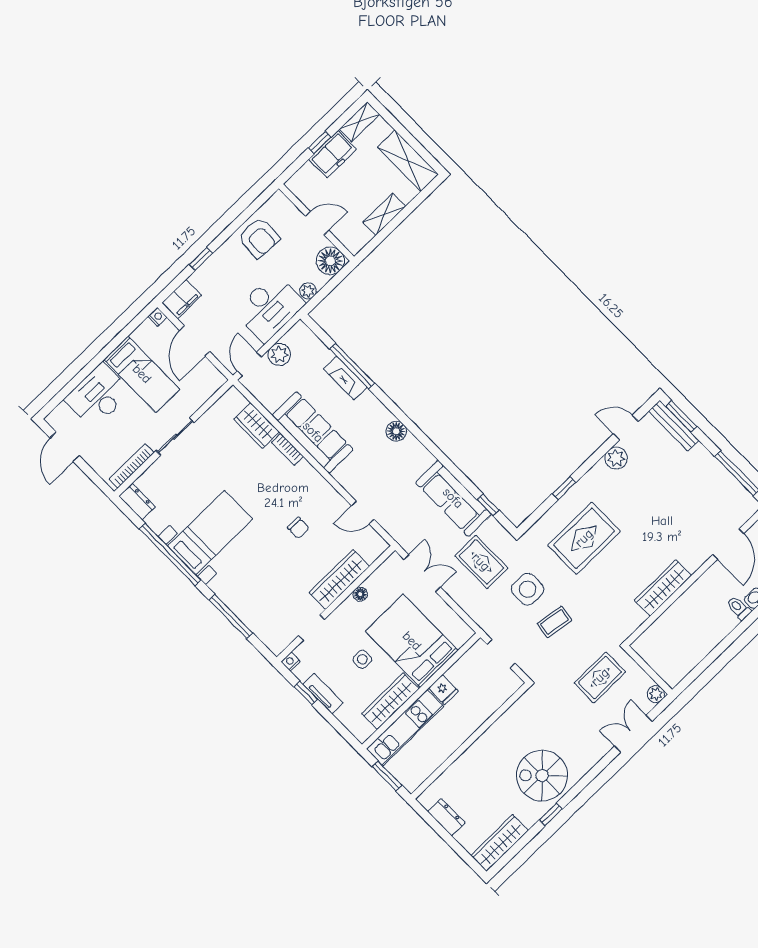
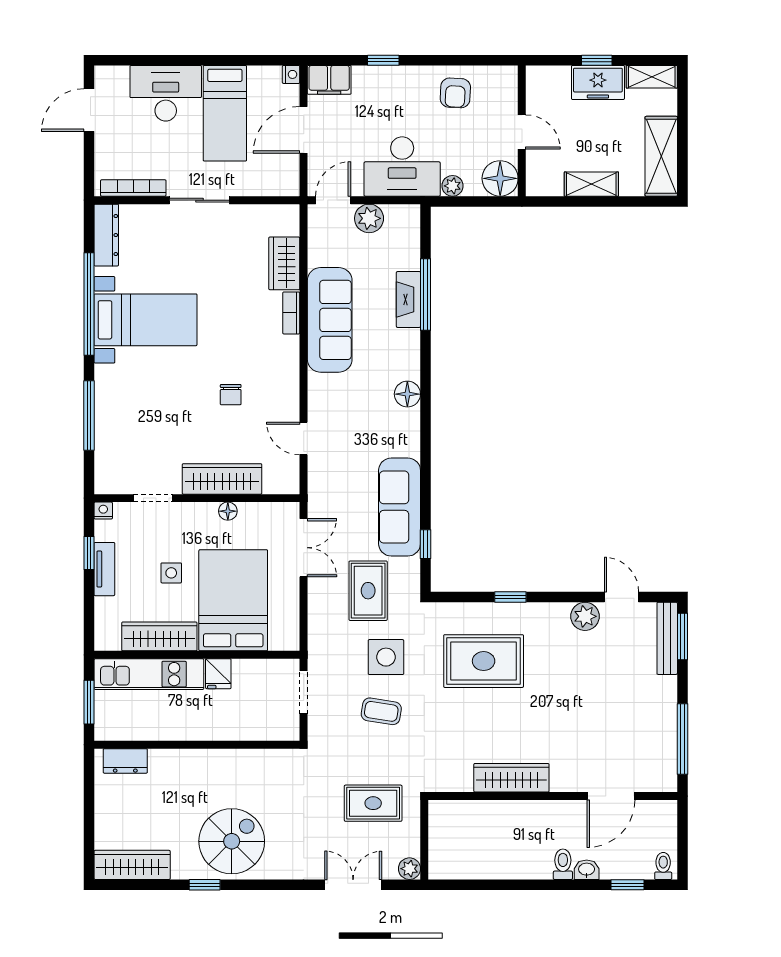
armchair: (259, 238) -> (455, 93), width x0.72, depth x0.72
dresser: (137, 502) -> (106, 235), width x1.44
spiral stairs: (542, 776) -> (232, 841), turned 90
dresser: (446, 817) -> (125, 761), moved, turned 90

